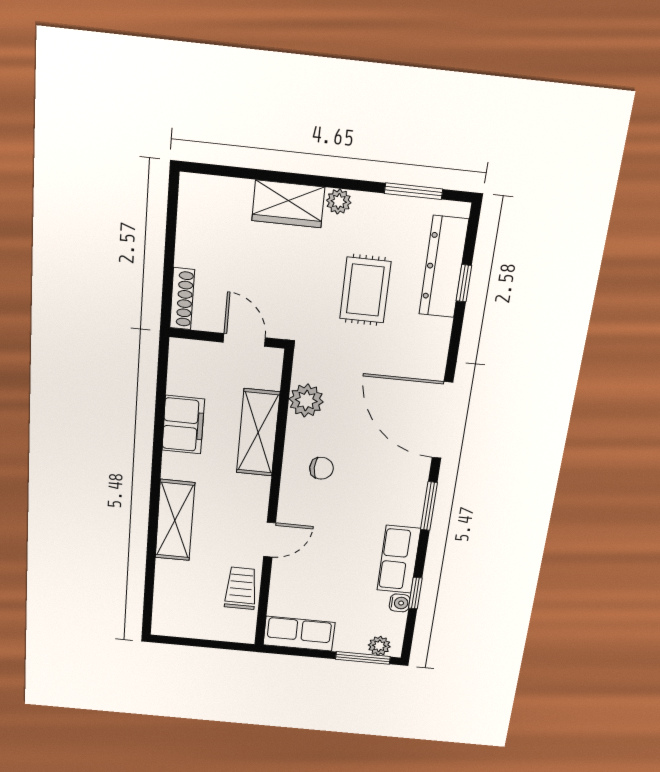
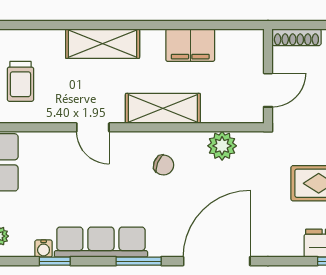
shelving: (258, 433) -> (163, 108), moved
chair: (321, 468) -> (164, 165), turned -68
row of seats: (399, 559) -> (101, 242), width x1.48
trolley: (241, 588) -> (20, 81), moved, turned 90

